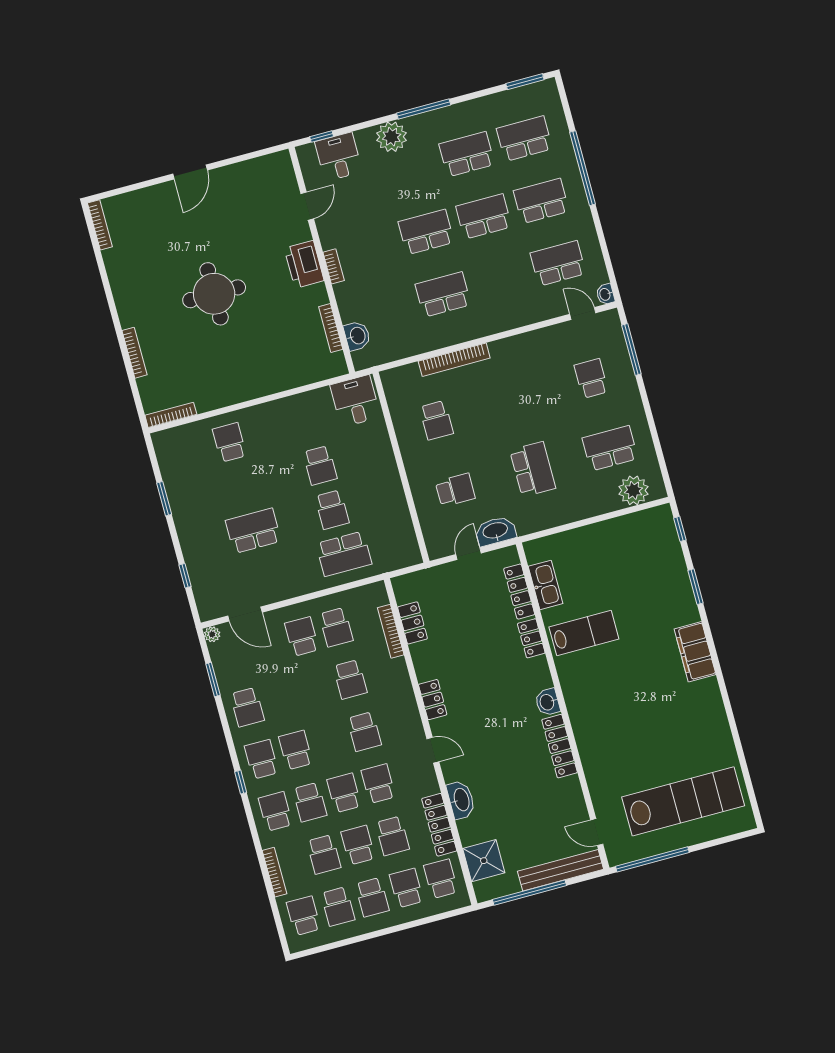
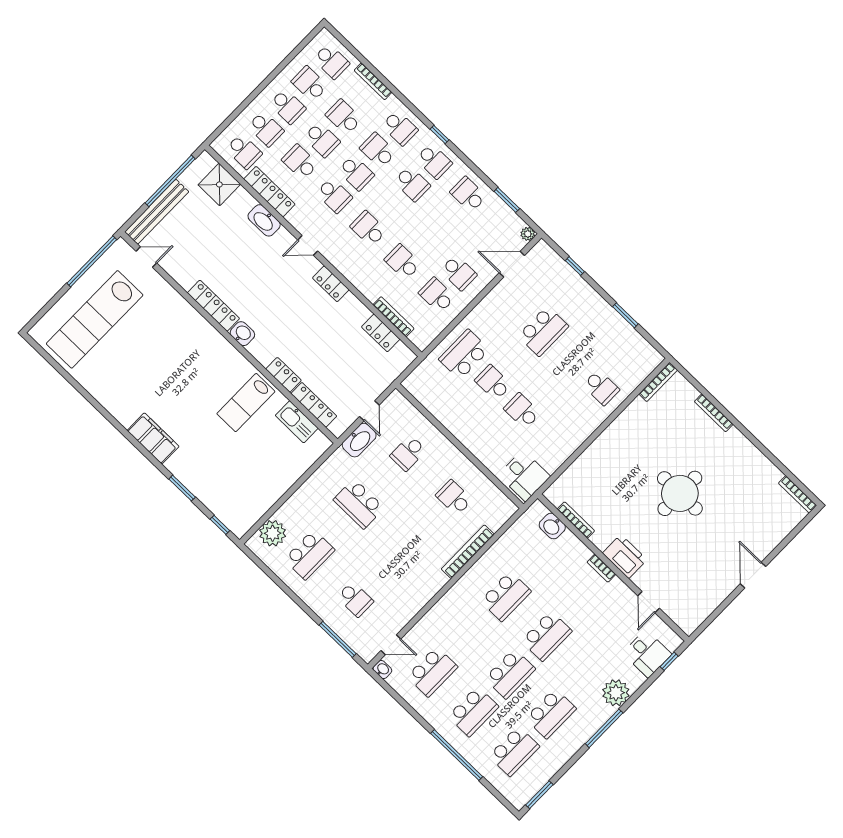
school desk: (372, 897) -> (288, 106), turned 180

